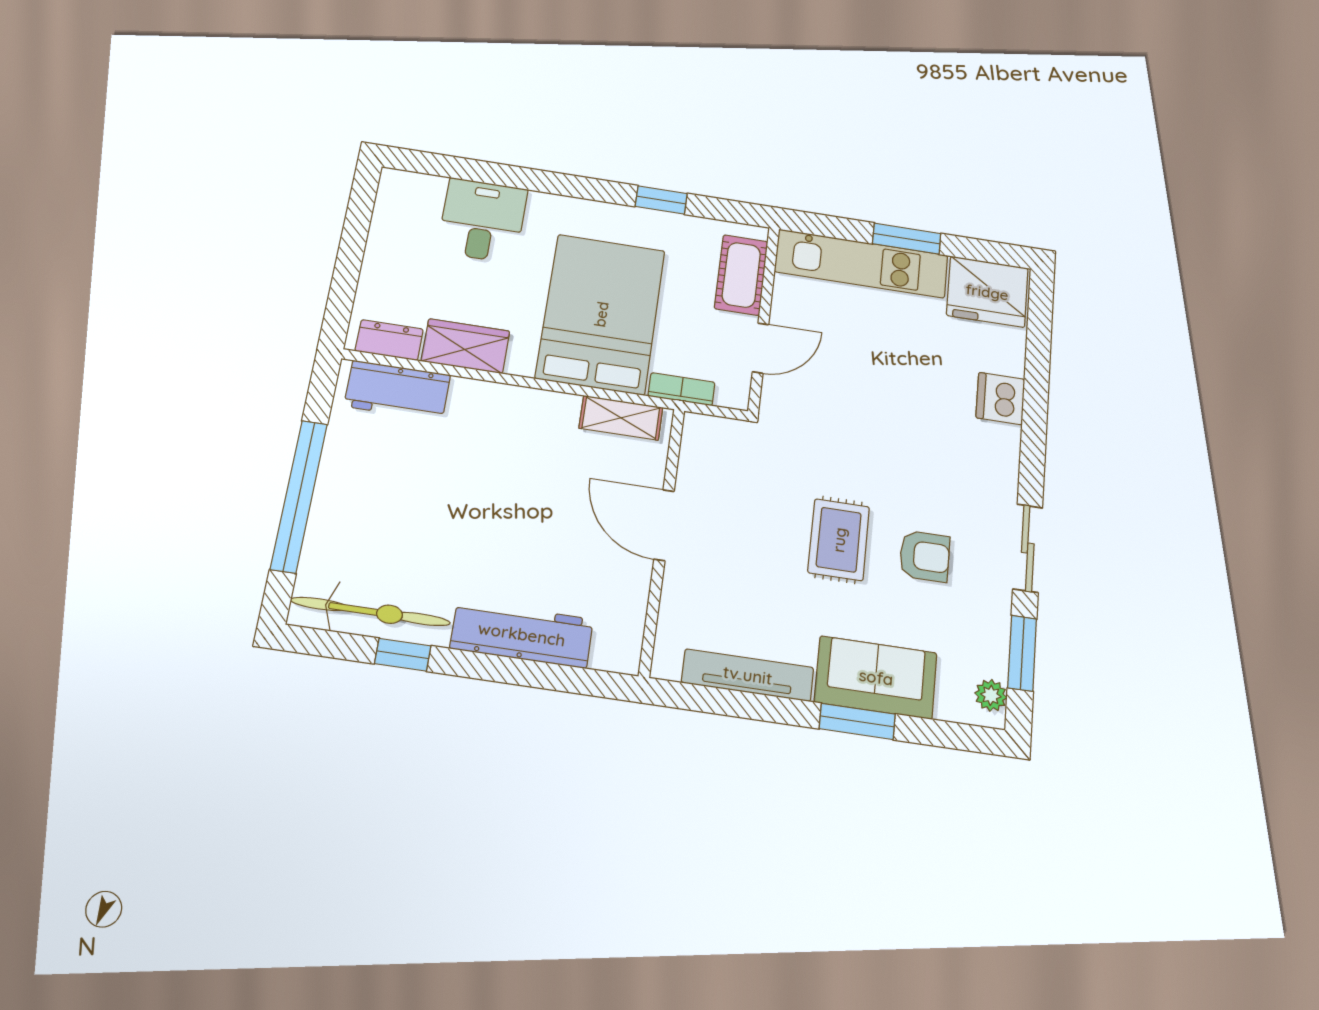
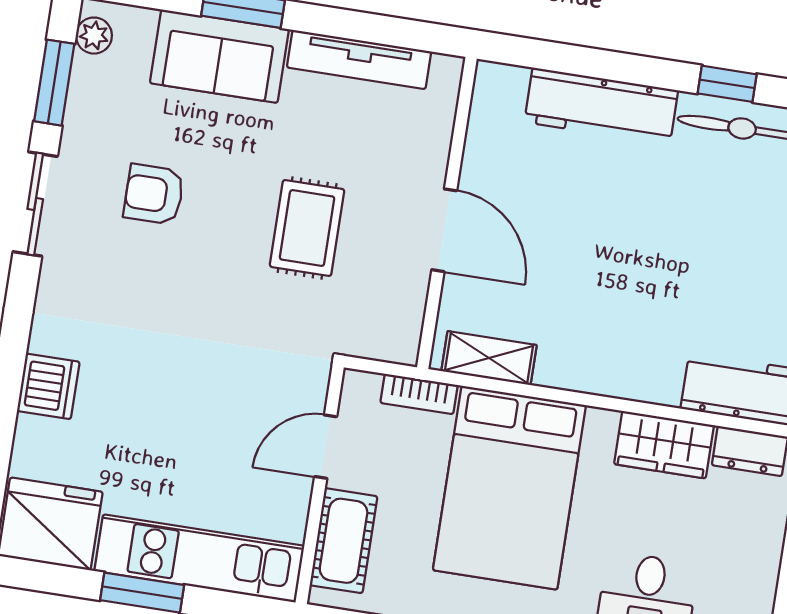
rug: (839, 540) -> (307, 228), moved

